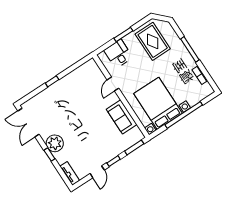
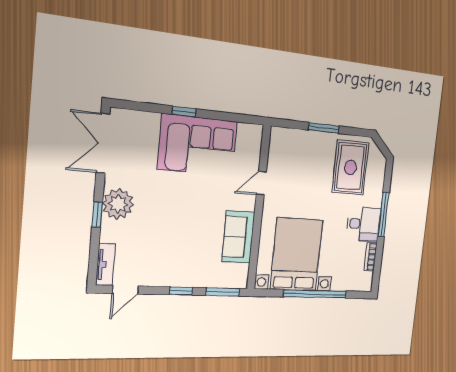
desk: (118, 54) -> (363, 224), moved, turned 90
corner sofa: (69, 91) -> (197, 145), added
door: (97, 172) -> (125, 290), moved

